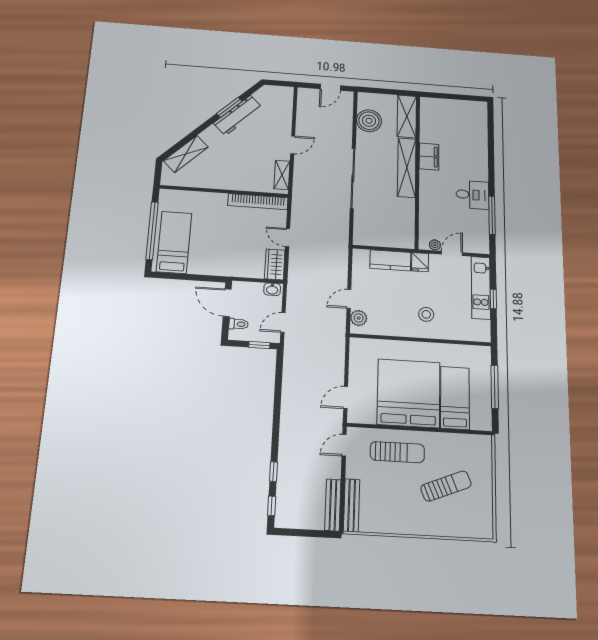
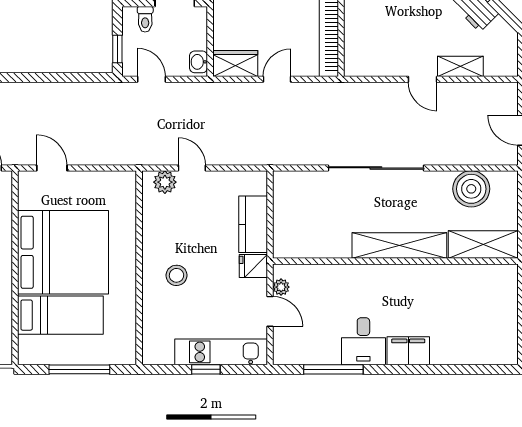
filing cabinet: (429, 157) -> (408, 351), moved, turned 180
shelving: (282, 175) -> (460, 66), moved

